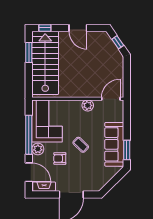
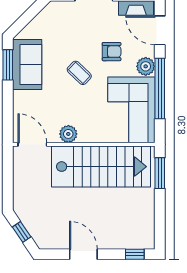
window: (29, 53) -> (160, 173), moved
stairs: (45, 63) -> (101, 167), moved, turned -90
door: (111, 99) -> (32, 144), swing flipped
sofa: (114, 144) -> (27, 64), width x0.73

